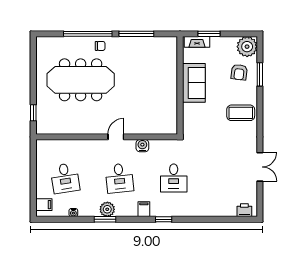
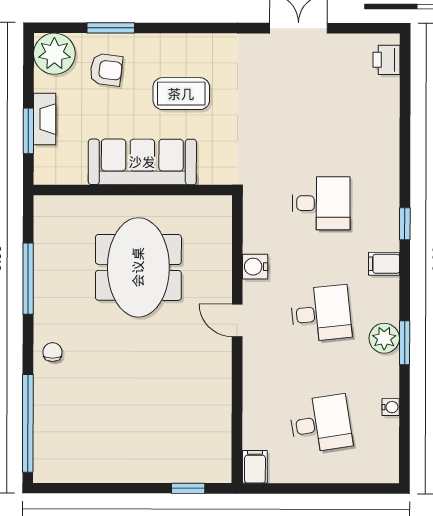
window: (88, 34) -> (28, 423), moved
fireplace: (197, 42) -> (45, 119), moved
meeting table: (81, 80) -> (138, 267), moved, width x0.73
sofa: (194, 83) -> (142, 162), width x1.36
coffee table: (241, 113) -> (181, 94), moved, turned 90
filing cabinet: (44, 205) -> (255, 467), moved

